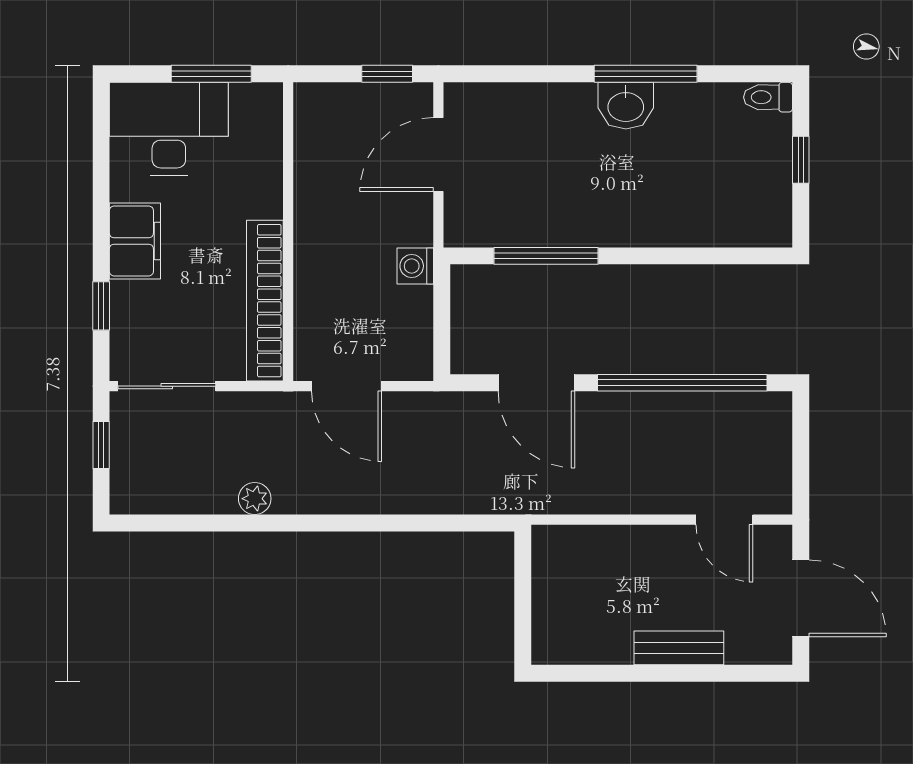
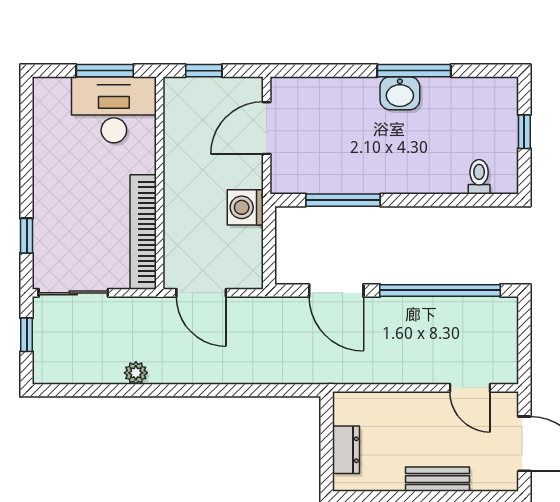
window: (387, 74) -> (204, 71), moved
toilet: (768, 97) -> (479, 177), moved, turned 90
desk: (169, 129) -> (114, 110), moved
filing cabinet: (135, 241) -> (51, 190), removed
washing machine: (415, 266) -> (245, 207), width x1.38, depth x1.38
dresser: (550, 607) -> (346, 450), added

